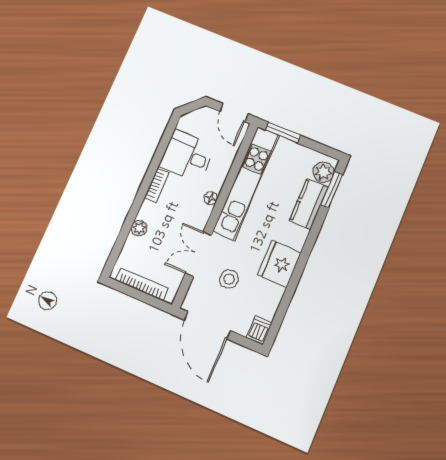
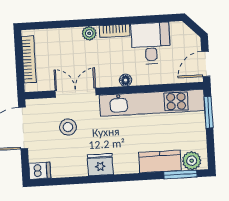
plant: (139, 228) -> (89, 33), moved
fridge: (279, 264) -> (100, 165), width x0.73, depth x0.75

